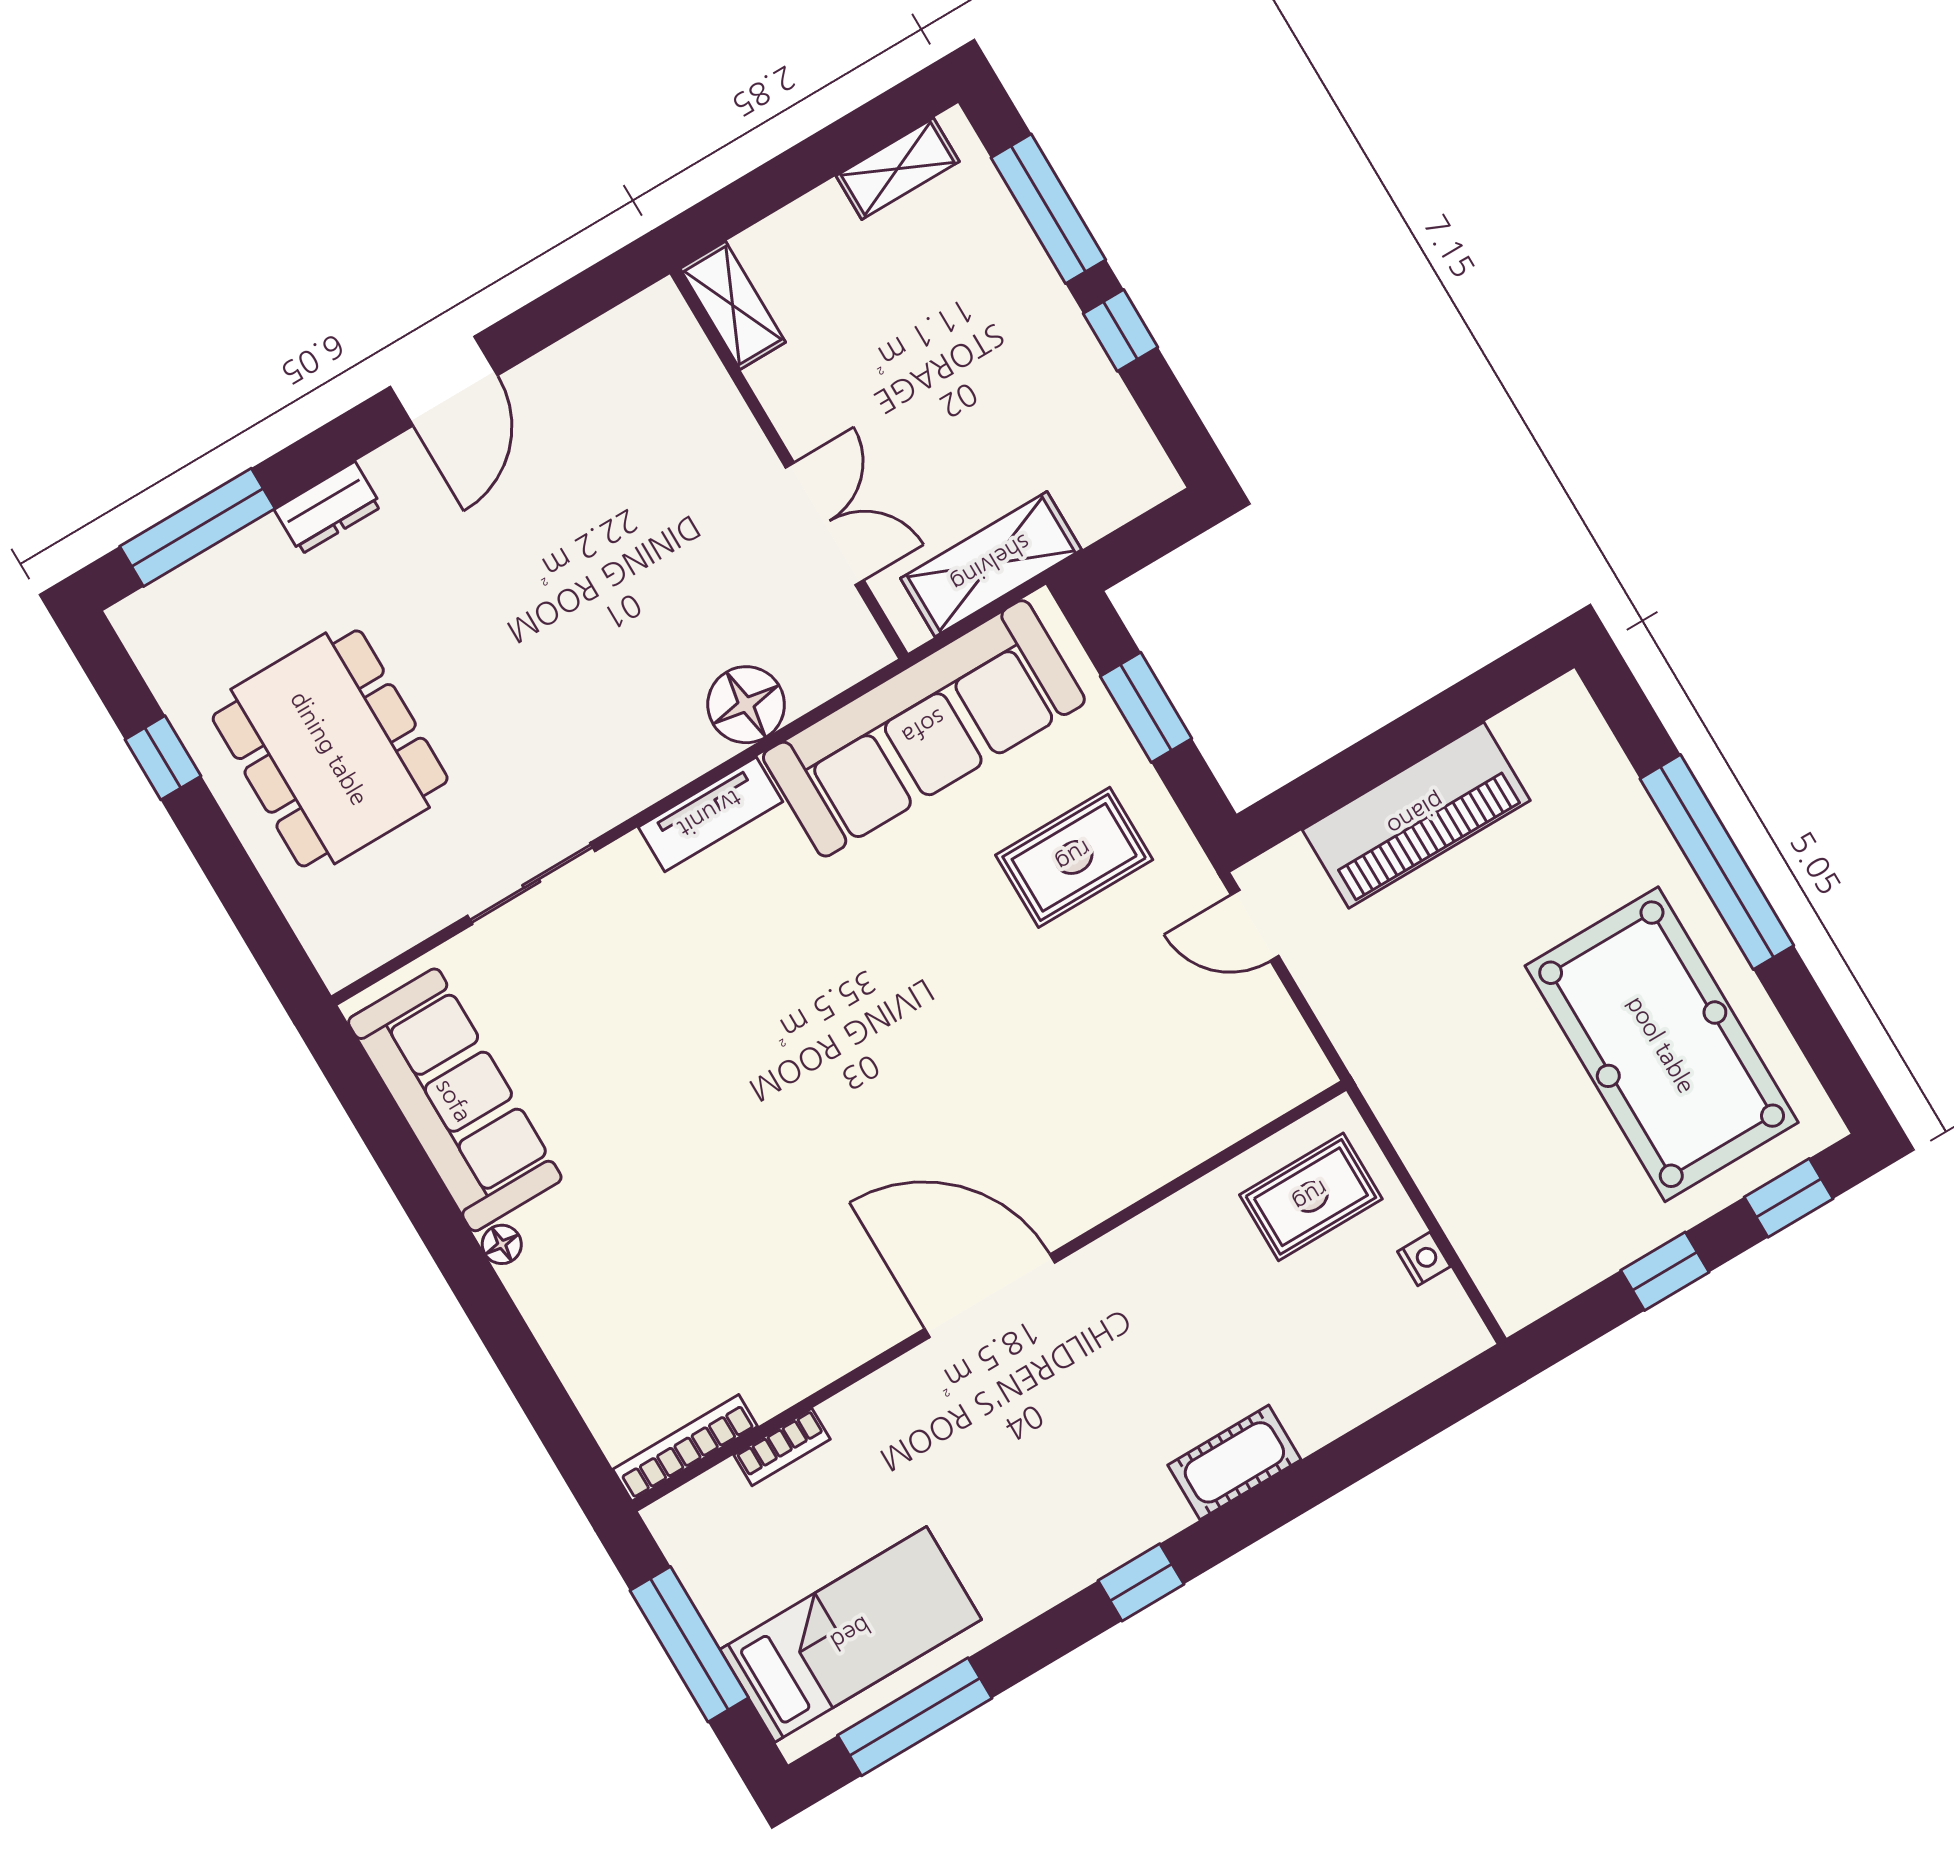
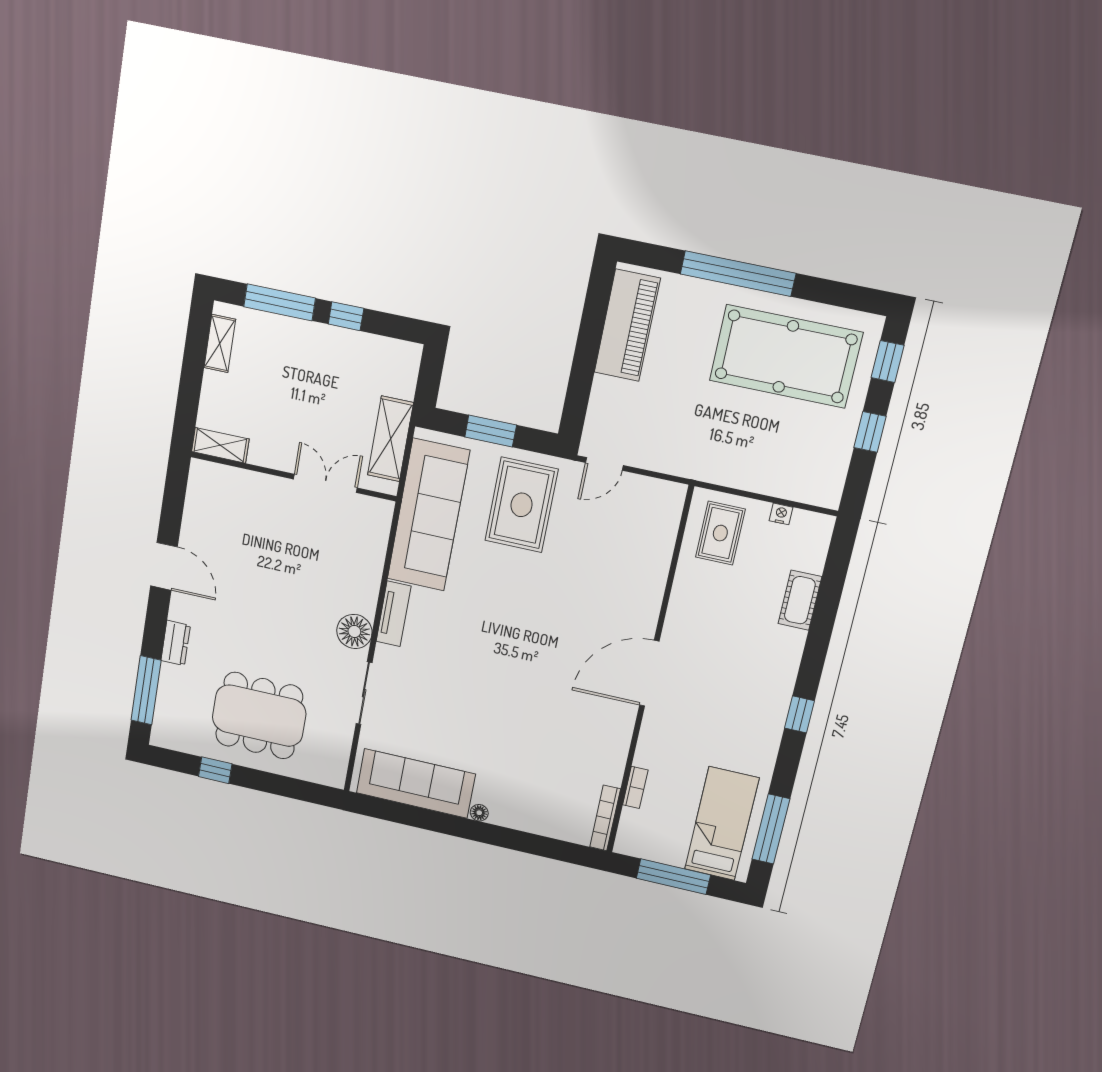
floor lamp: (746, 705) -> (354, 631), moved
piano: (1416, 815) -> (627, 325), moved
rug: (1074, 857) -> (522, 505), width x1.36, depth x1.43
cot: (1234, 1462) -> (800, 600), moved

